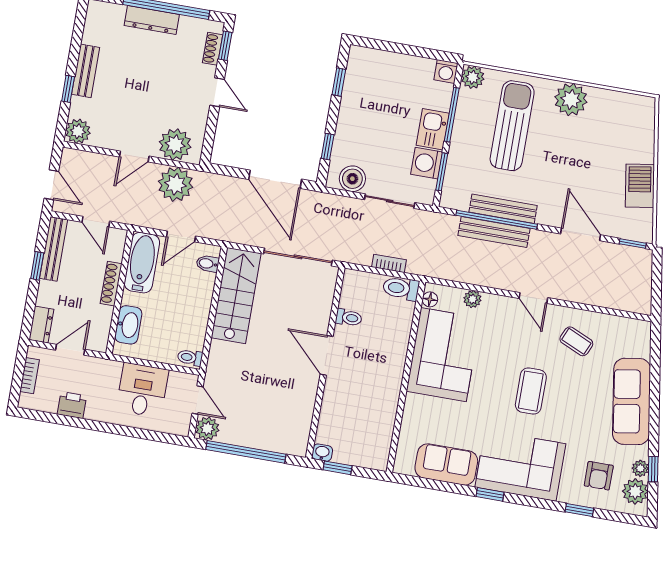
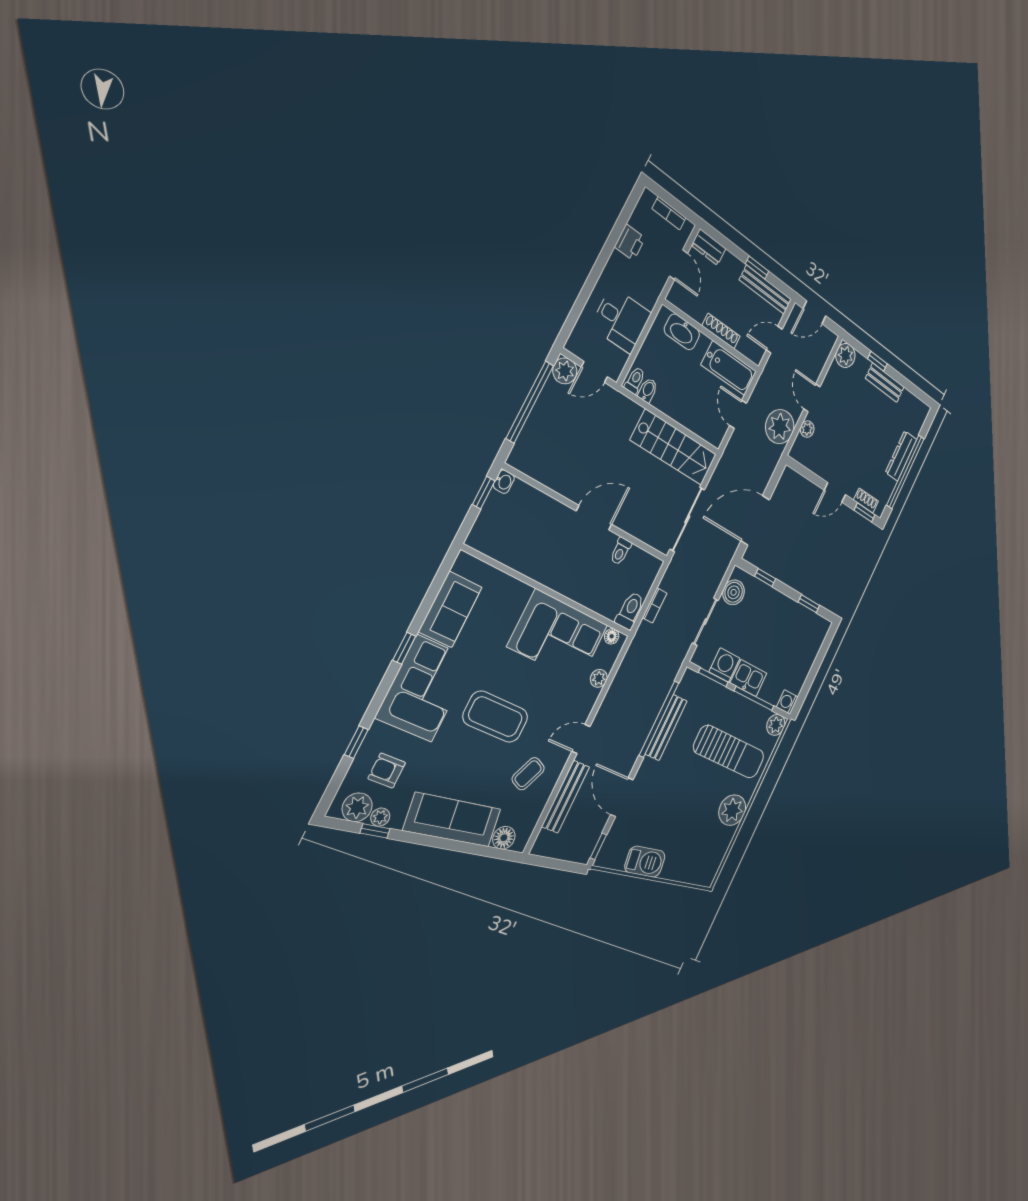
plant: (175, 145) -> (807, 429), width x0.53, depth x0.53
bench: (494, 232) -> (566, 797), moved
door: (581, 234) -> (622, 797), swing flipped
bidet: (208, 264) -> (648, 390), moved
floor lamp: (640, 346) -> (504, 838), added
coffee table: (531, 391) -> (495, 717), width x1.36, depth x1.32

